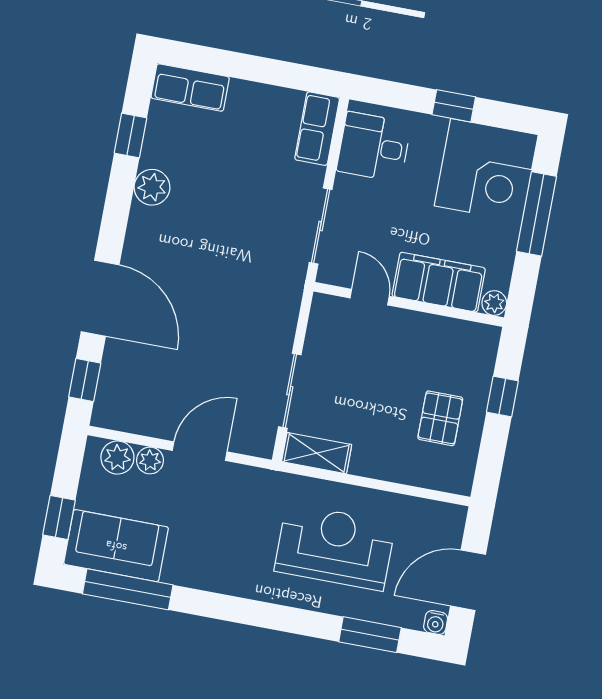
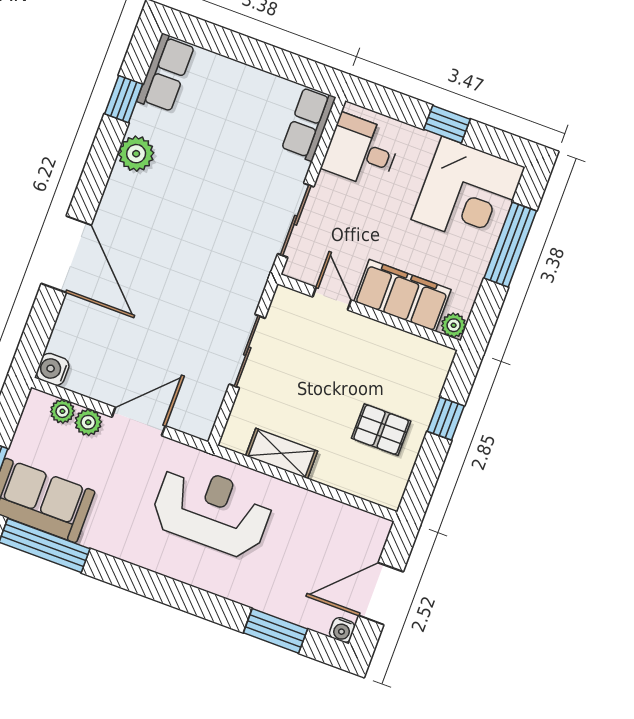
row of seats: (190, 87) -> (166, 73), moved, turned -90
window: (85, 380) -> (37, 332), removed
sliding door: (290, 391) -> (247, 351), moved
water cooler: (106, 414) -> (53, 369), added
pallet: (440, 418) -> (381, 430), turned 90
shelving: (317, 453) -> (282, 453), moved
plant: (117, 458) -> (62, 411), width x0.73, depth x0.73
reception desk: (335, 547) -> (212, 511), moved

